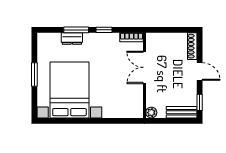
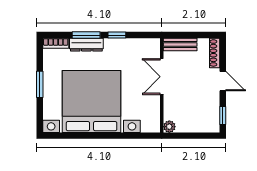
bookcase: (132, 37) -> (56, 43), moved
dresser: (72, 39) -> (86, 45), width x1.44
bed with nightstands: (69, 90) -> (92, 102), width x1.36
bench: (182, 112) -> (180, 45), moved

